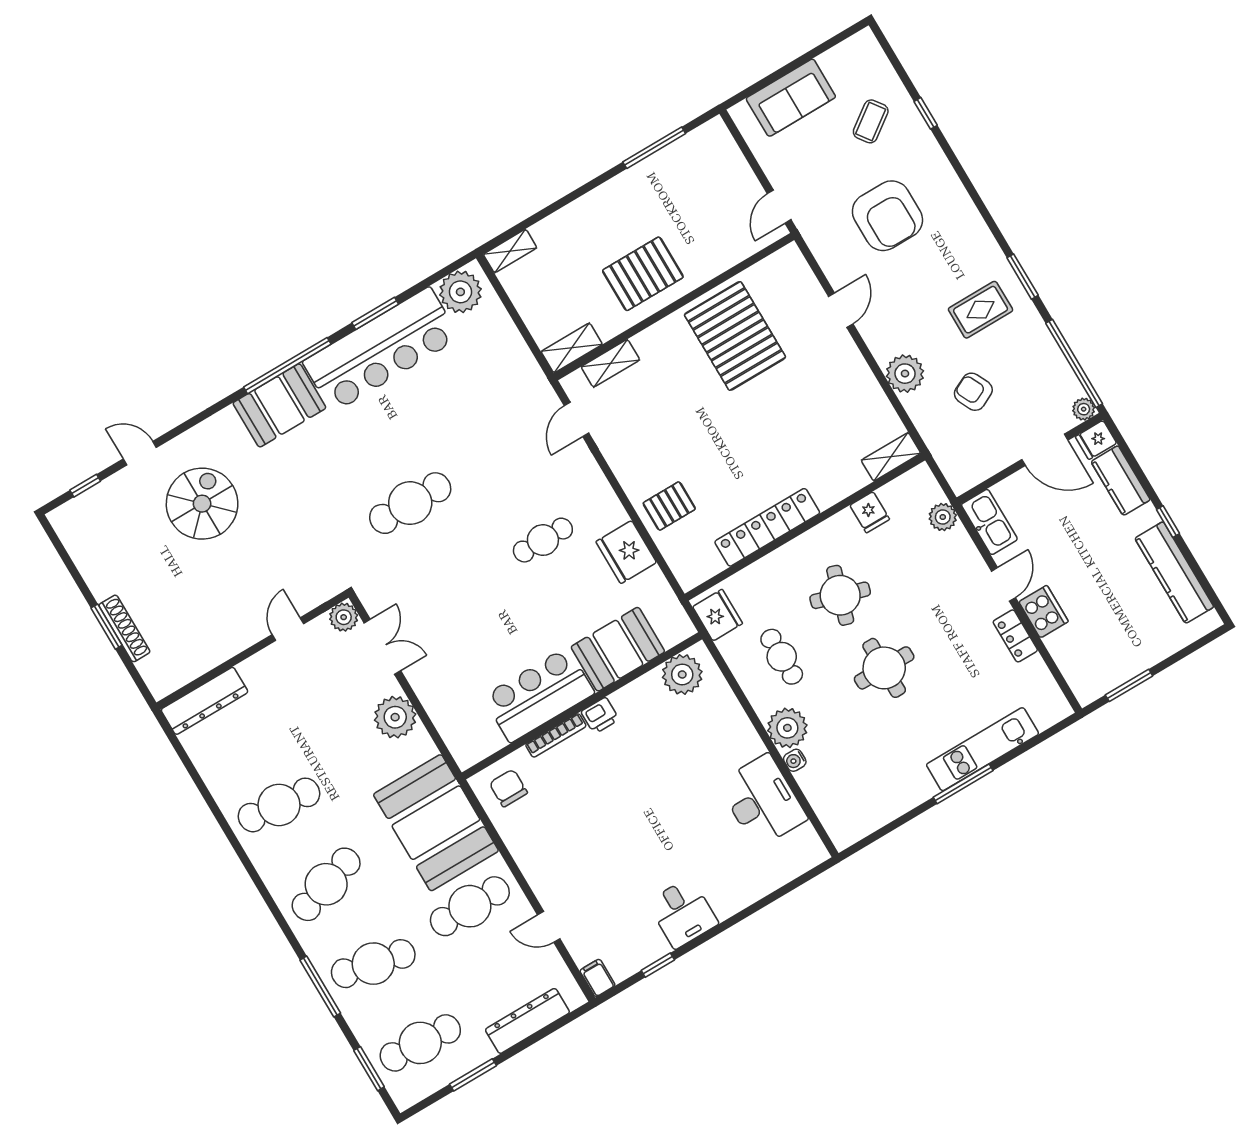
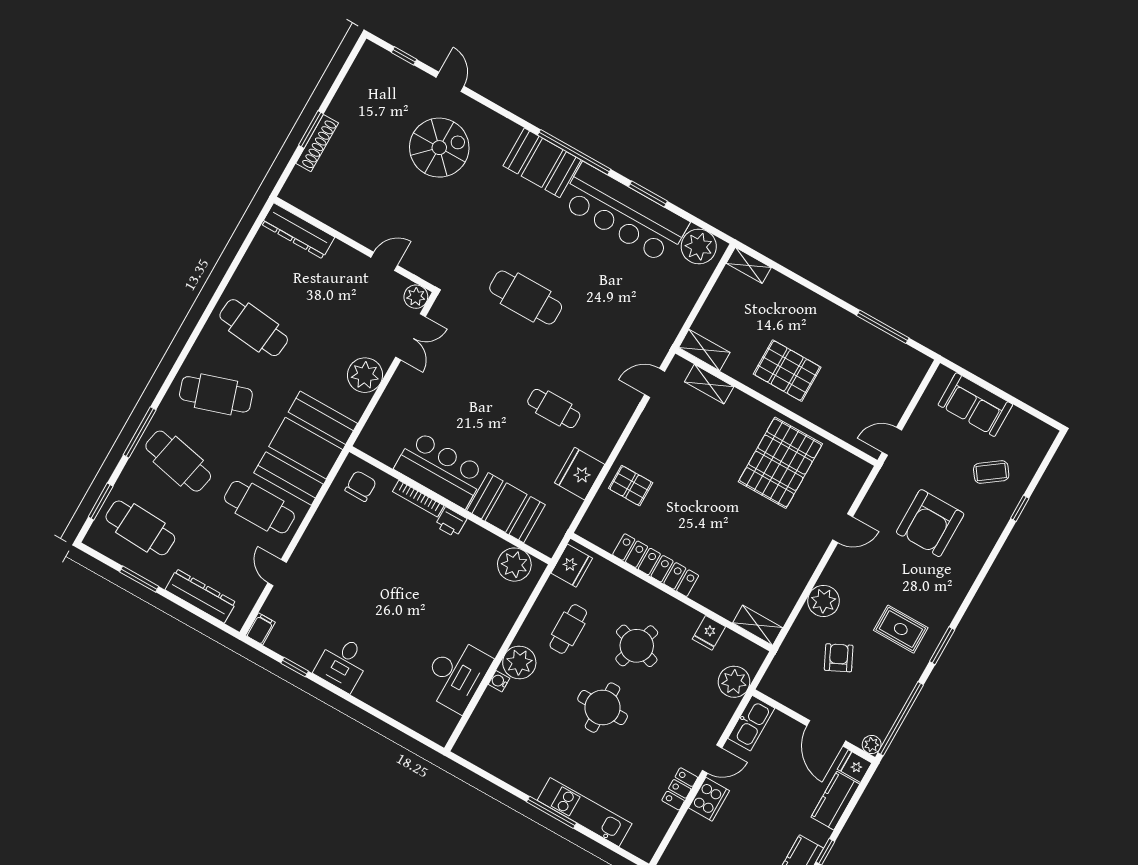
plant: (943, 517) -> (734, 682), width x1.36, depth x1.36

